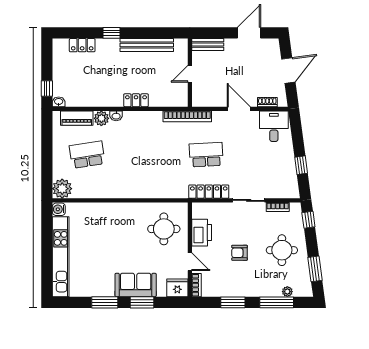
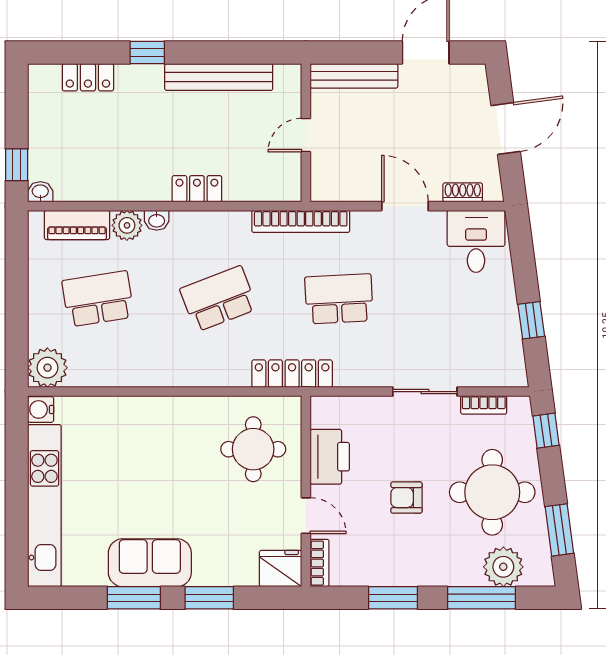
bench: (208, 45) -> (354, 76), width x1.36
school desk: (147, 155) -> (218, 299), added
locker: (209, 192) -> (292, 374), moved
round table: (282, 250) -> (492, 492), width x1.36, depth x1.36
sofa: (136, 285) -> (150, 563), moved
plant: (287, 292) -> (503, 567), width x1.87, depth x1.87

